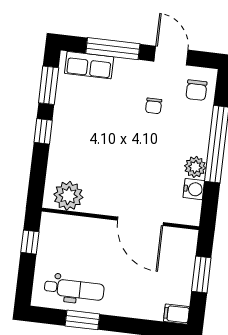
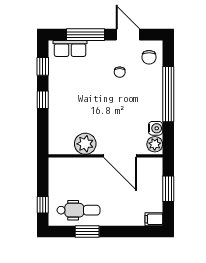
window: (49, 85) -> (43, 66), width x0.67
plant: (195, 167) -> (155, 144), moved
plant: (68, 196) -> (85, 144), moved
window: (30, 242) -> (43, 205), moved

